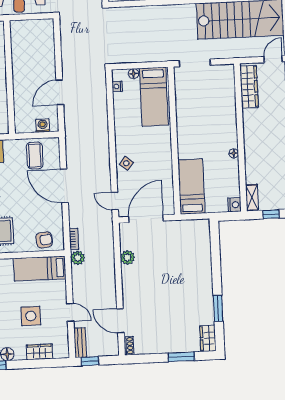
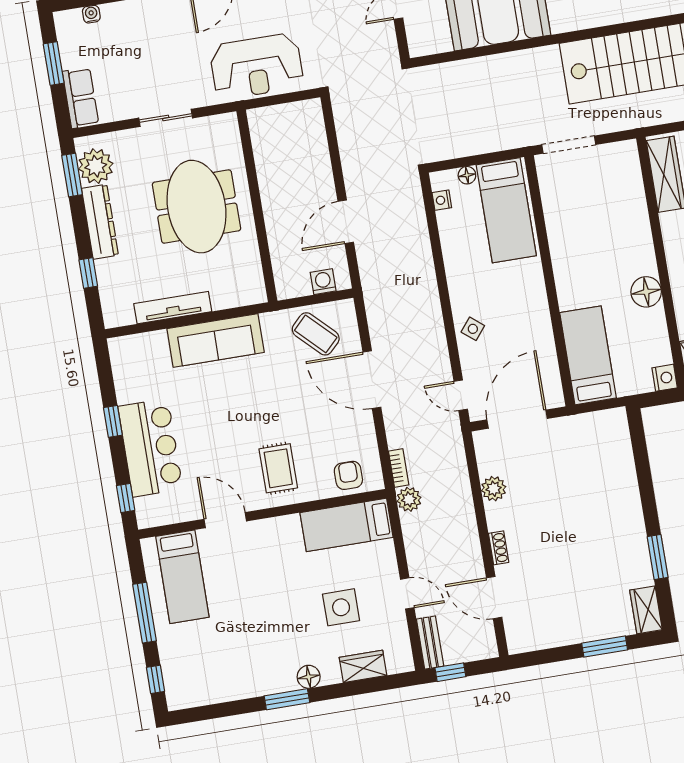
floor lamp: (234, 153) -> (646, 292), width x1.89, depth x1.89
coffee table: (35, 155) -> (316, 334), turned -45
armchair: (44, 240) -> (348, 475), turned -83
shoe rack: (129, 346) -> (499, 548), moved

